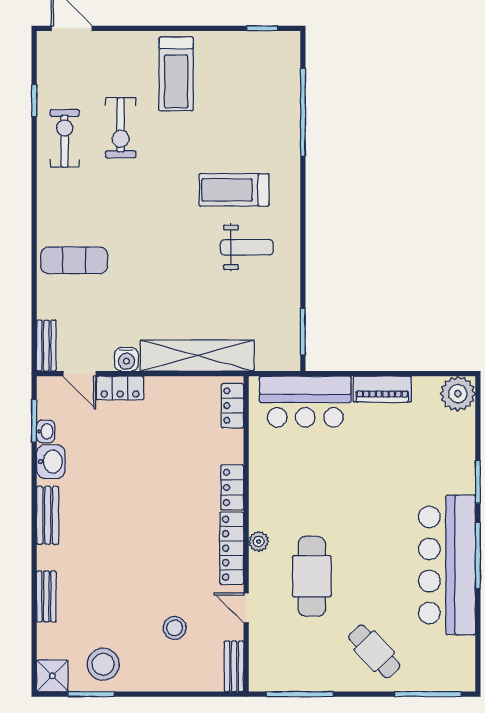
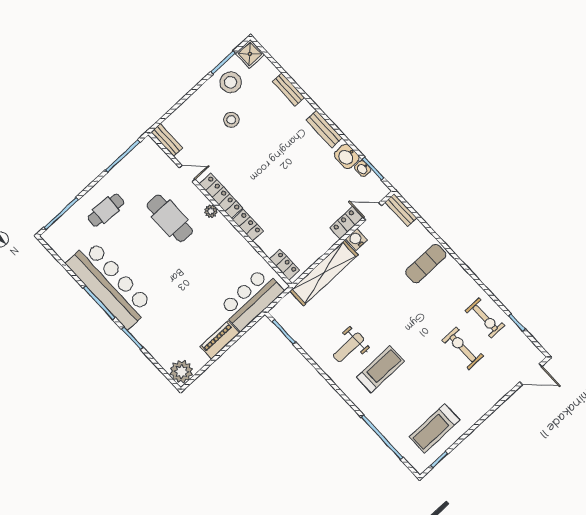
treadmill: (176, 74) -> (435, 428), moved, turned -90
stool: (175, 628) -> (231, 120), moved
cafe table: (374, 651) -> (106, 210), turned -44

